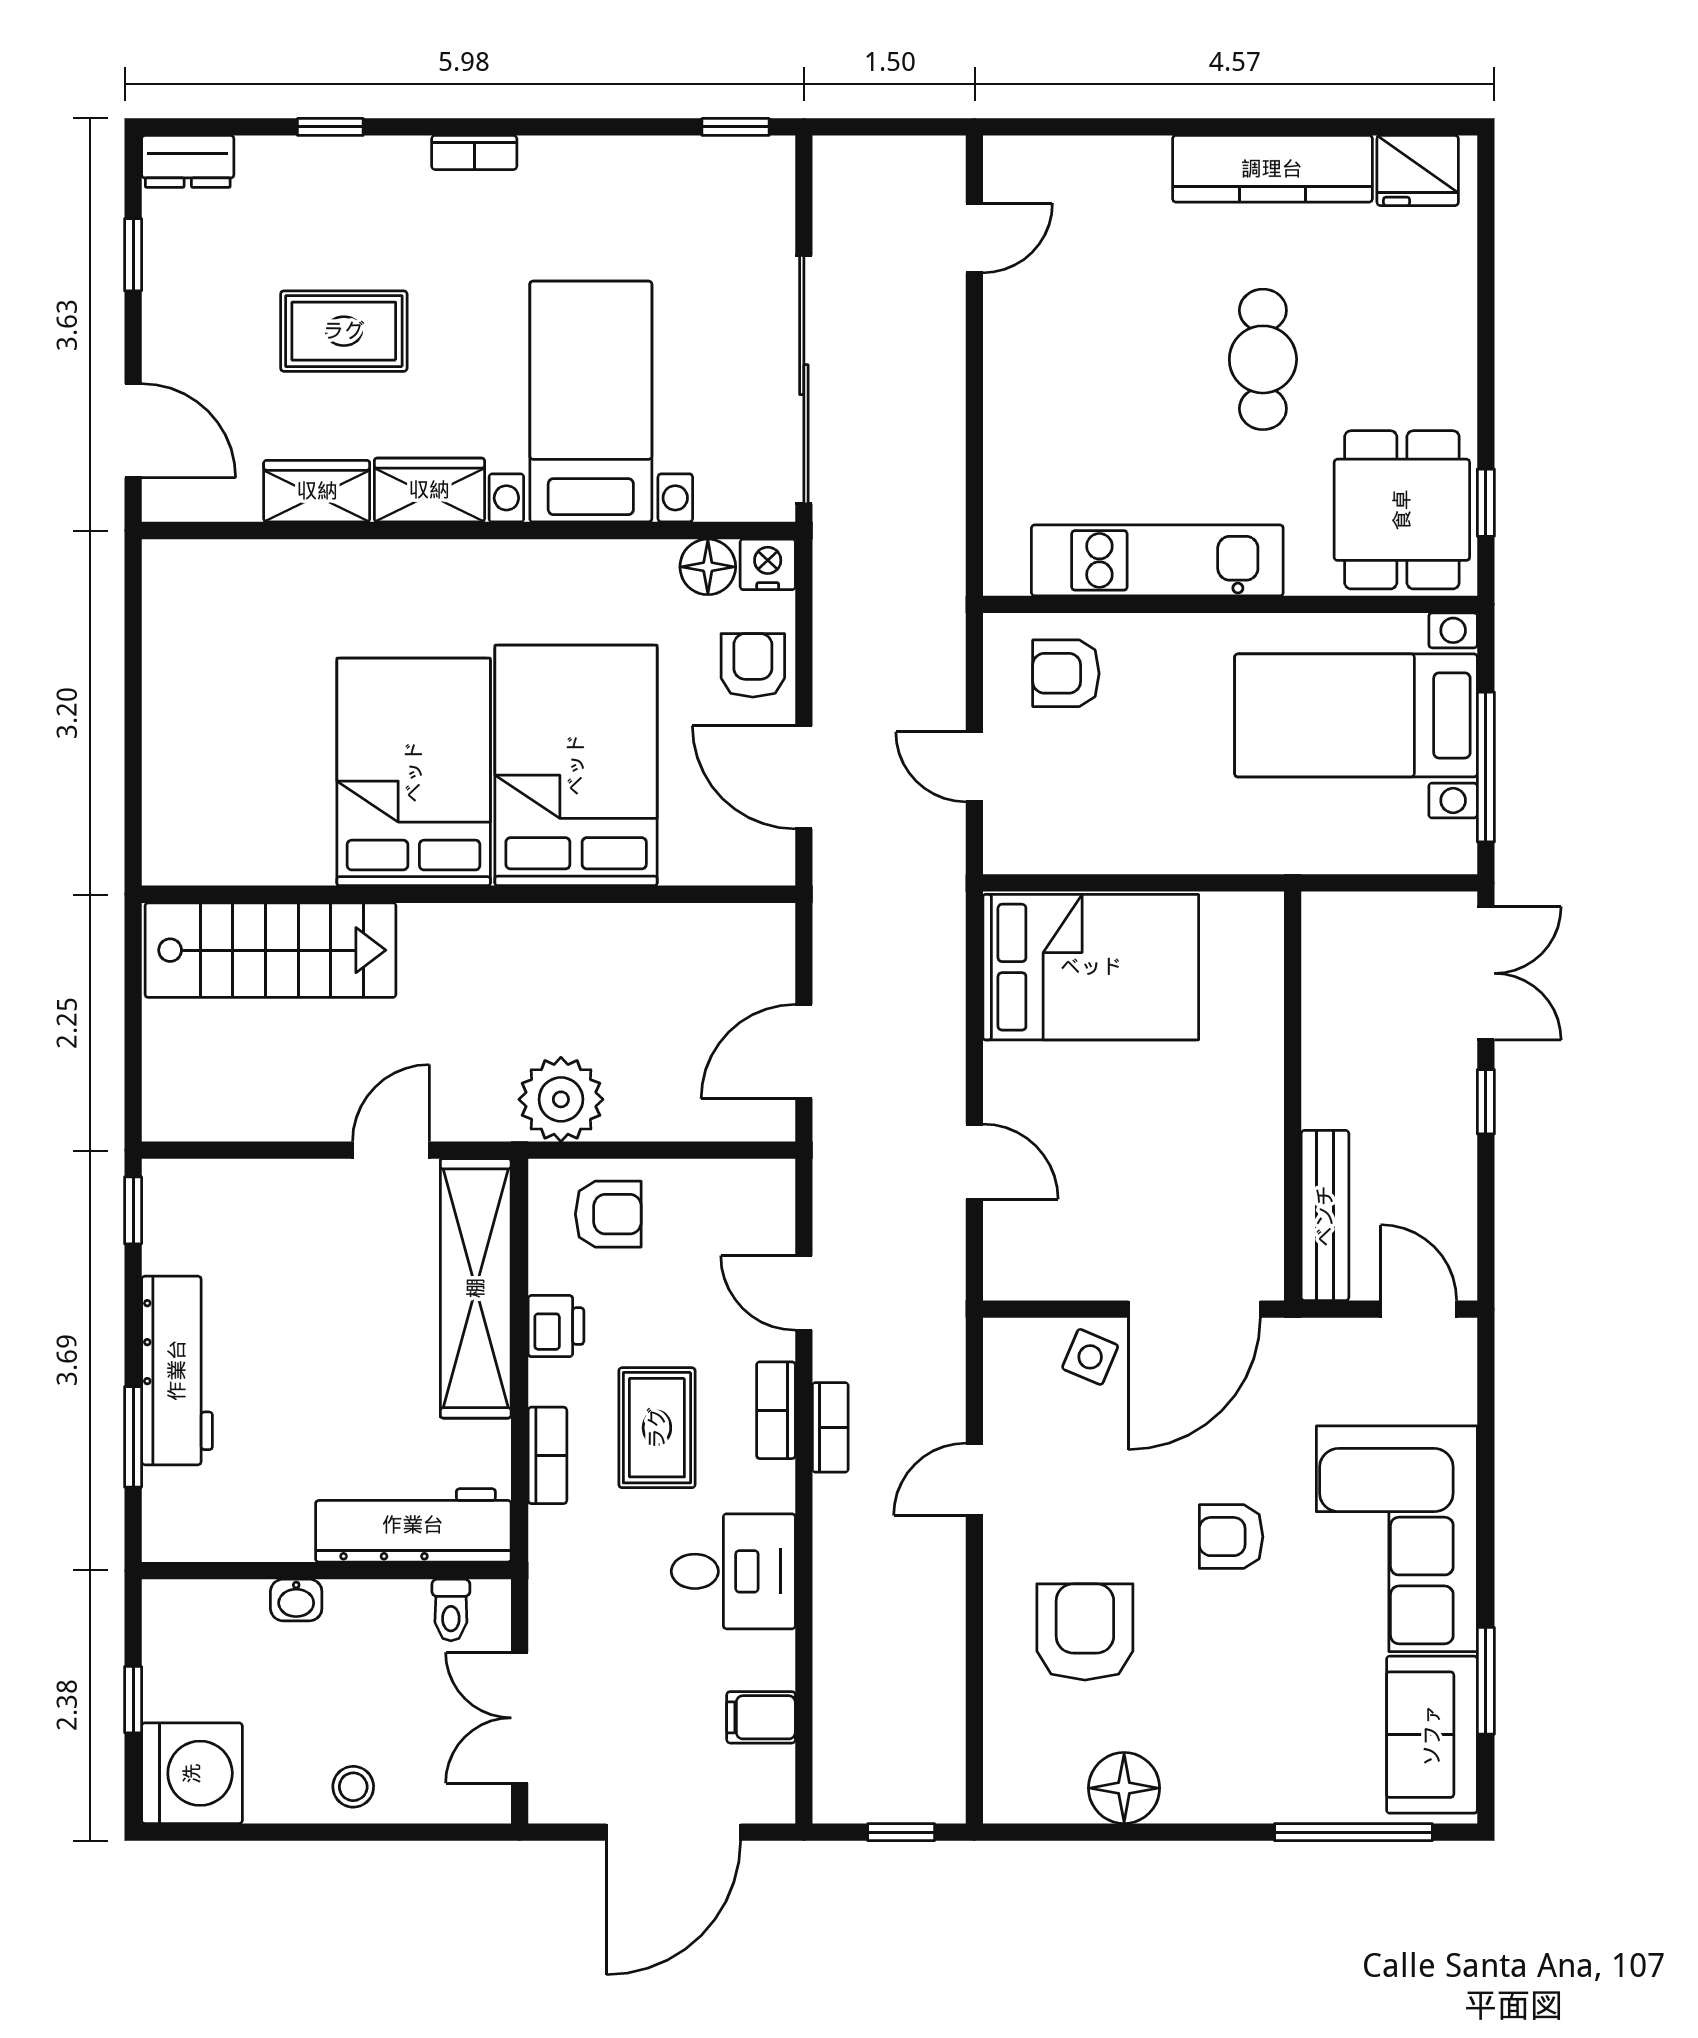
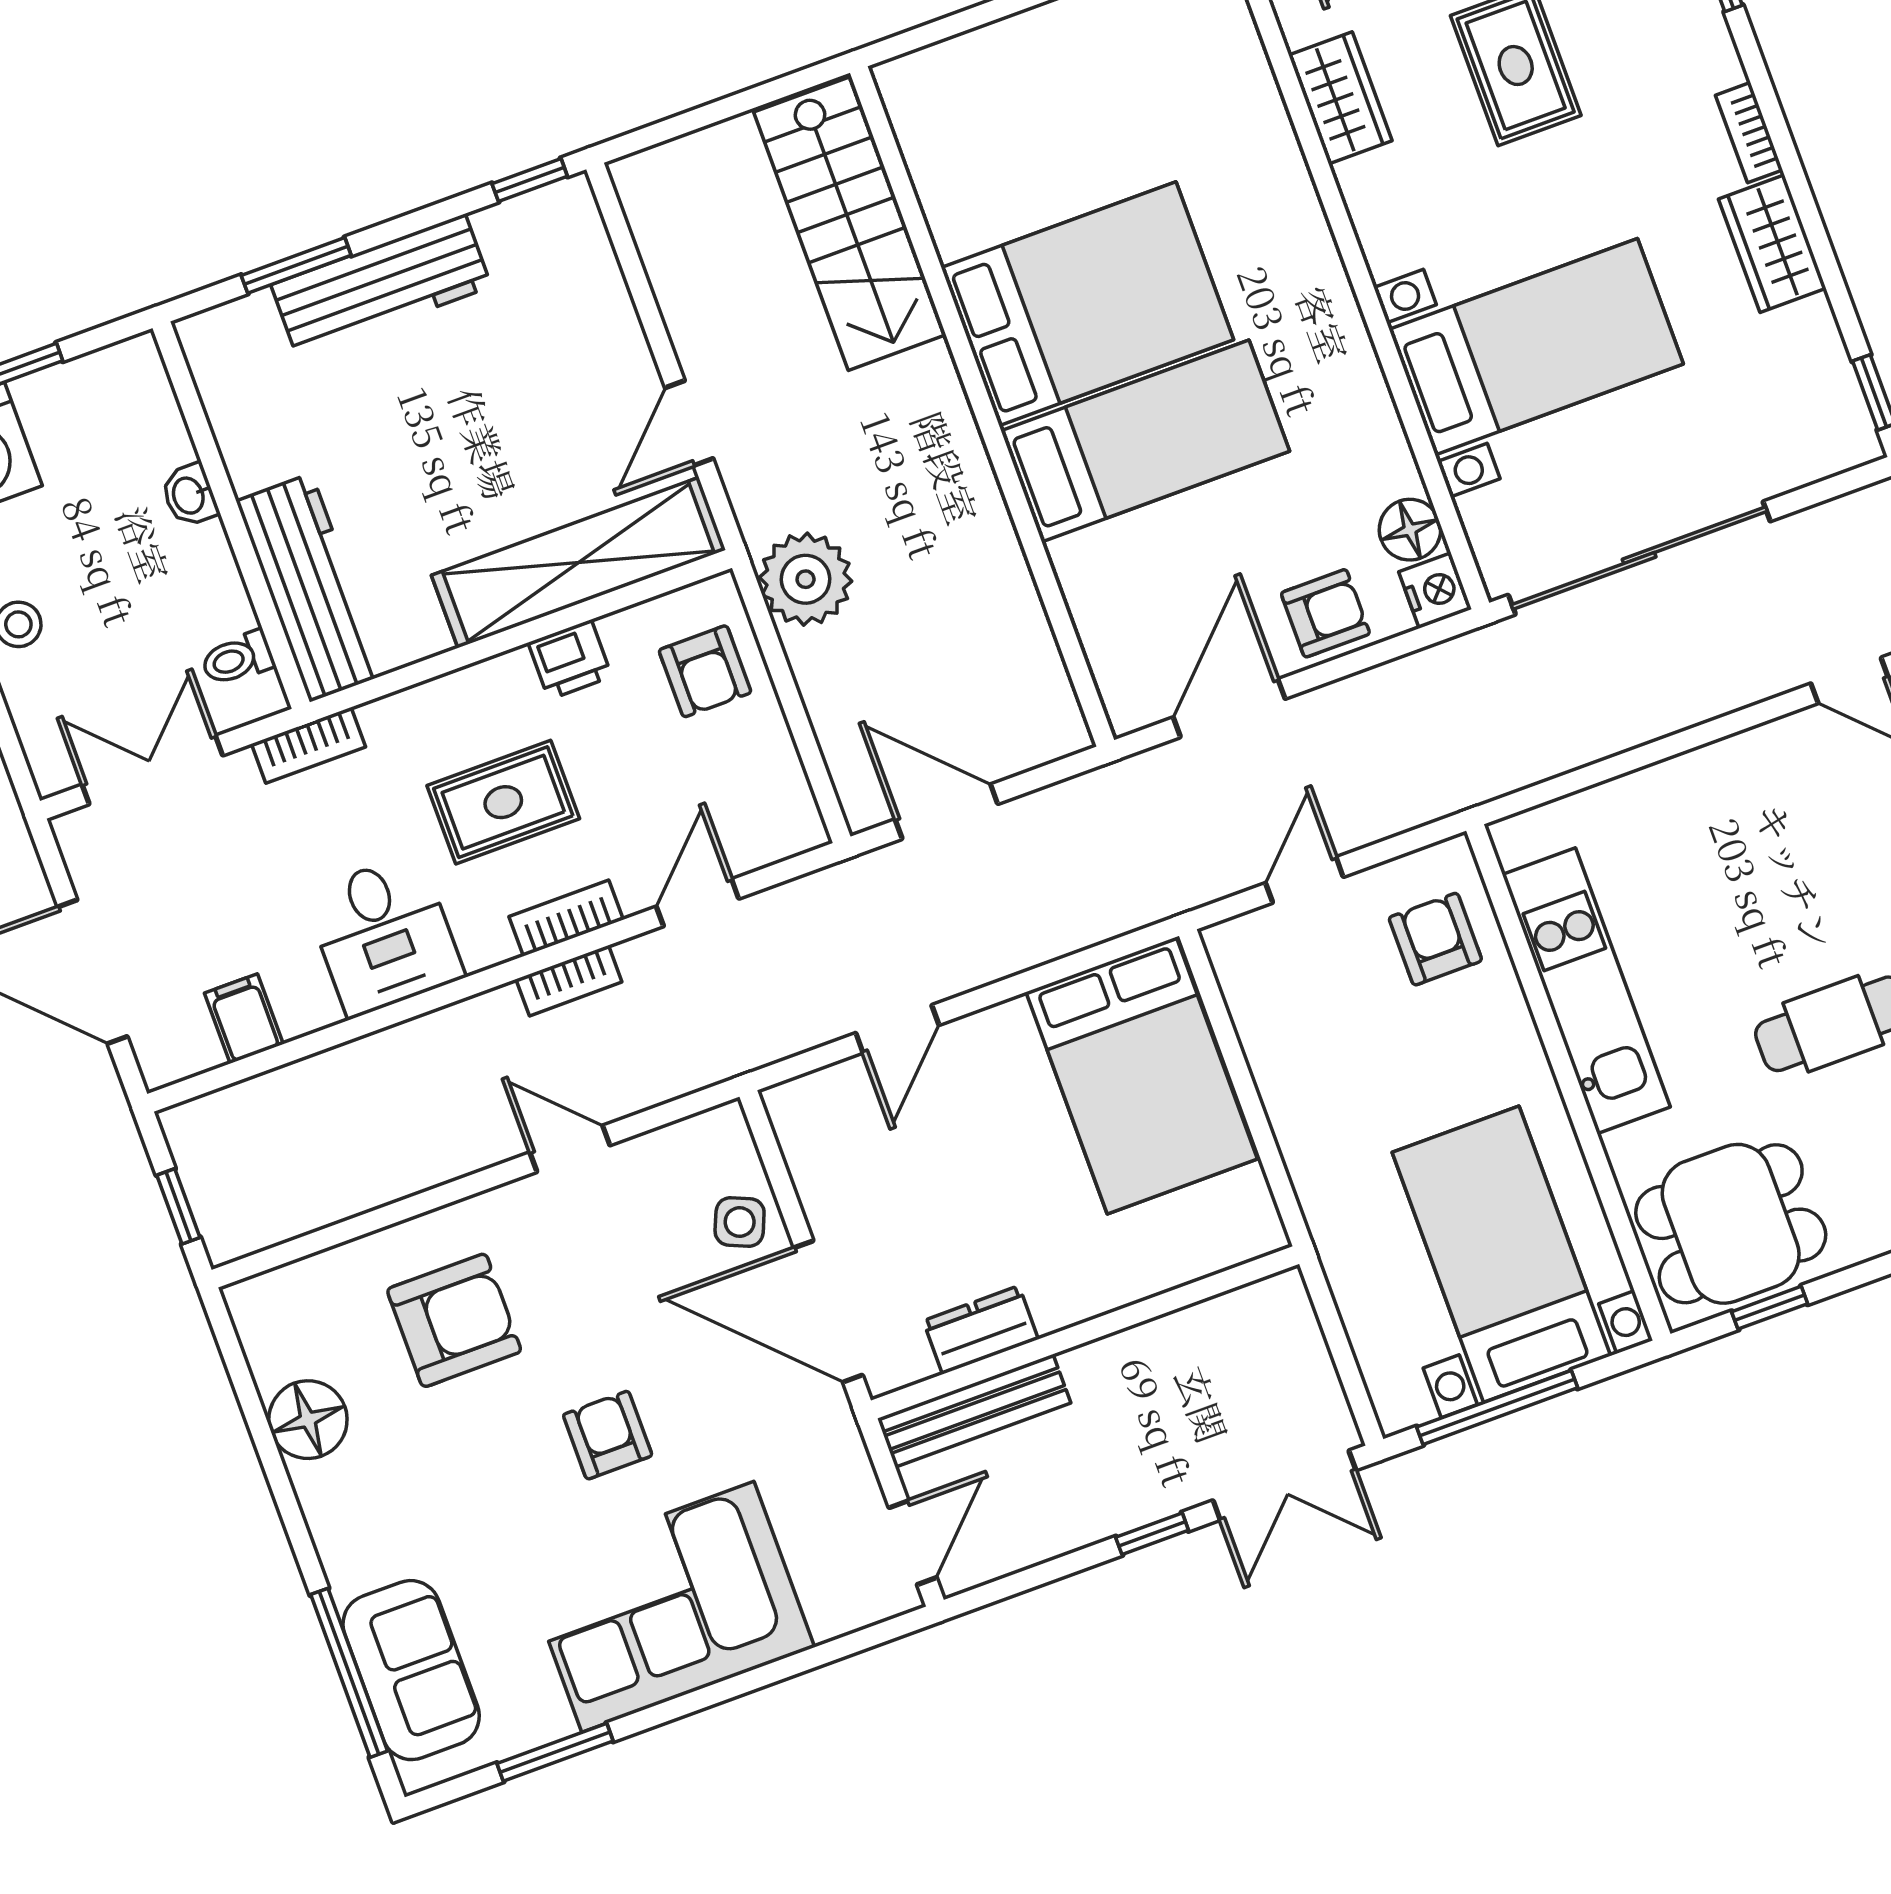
wardrobe: (429, 490) -> (1772, 244), moved, turned 180
bed: (576, 765) -> (1145, 441), width x0.67
door: (391, 1150) -> (689, 423), swing flipped
dresser: (1258, 1185) -> (981, 1330), added
bookcase: (547, 1455) -> (308, 745), moved
sofa: (1432, 1735) -> (411, 1670), moved, turned 90

